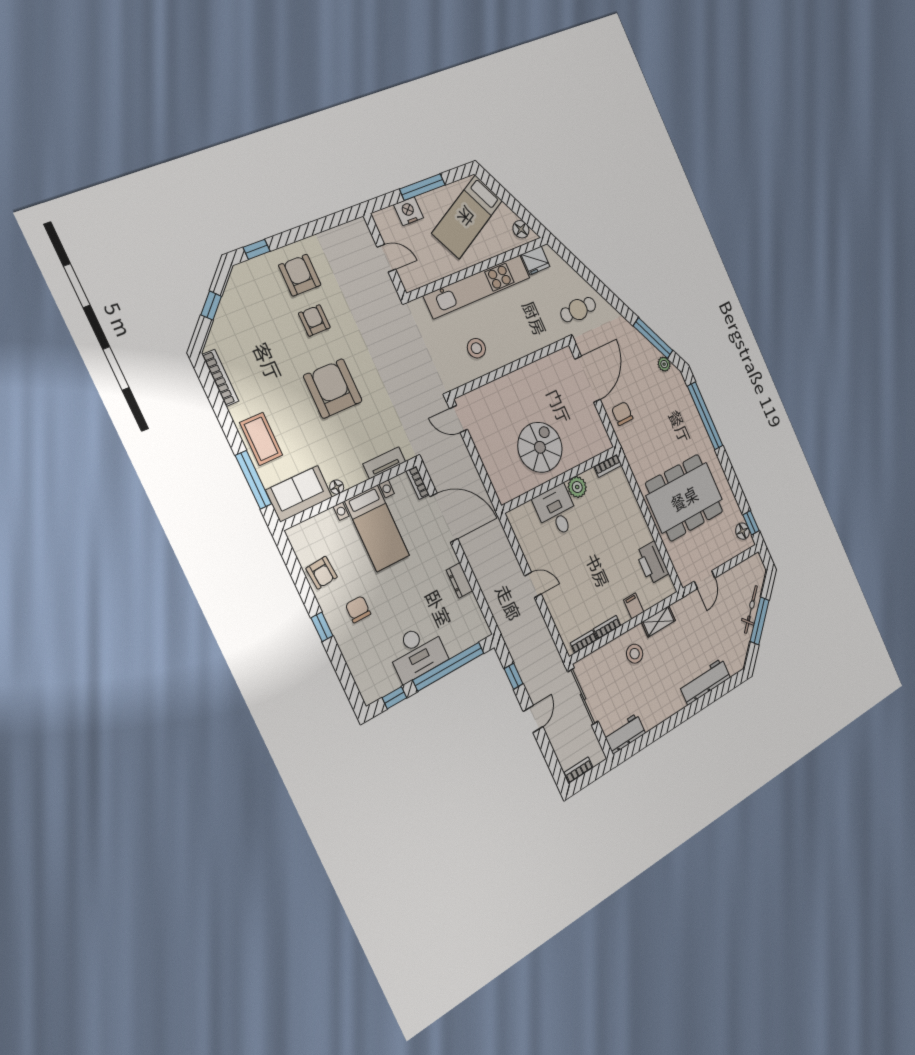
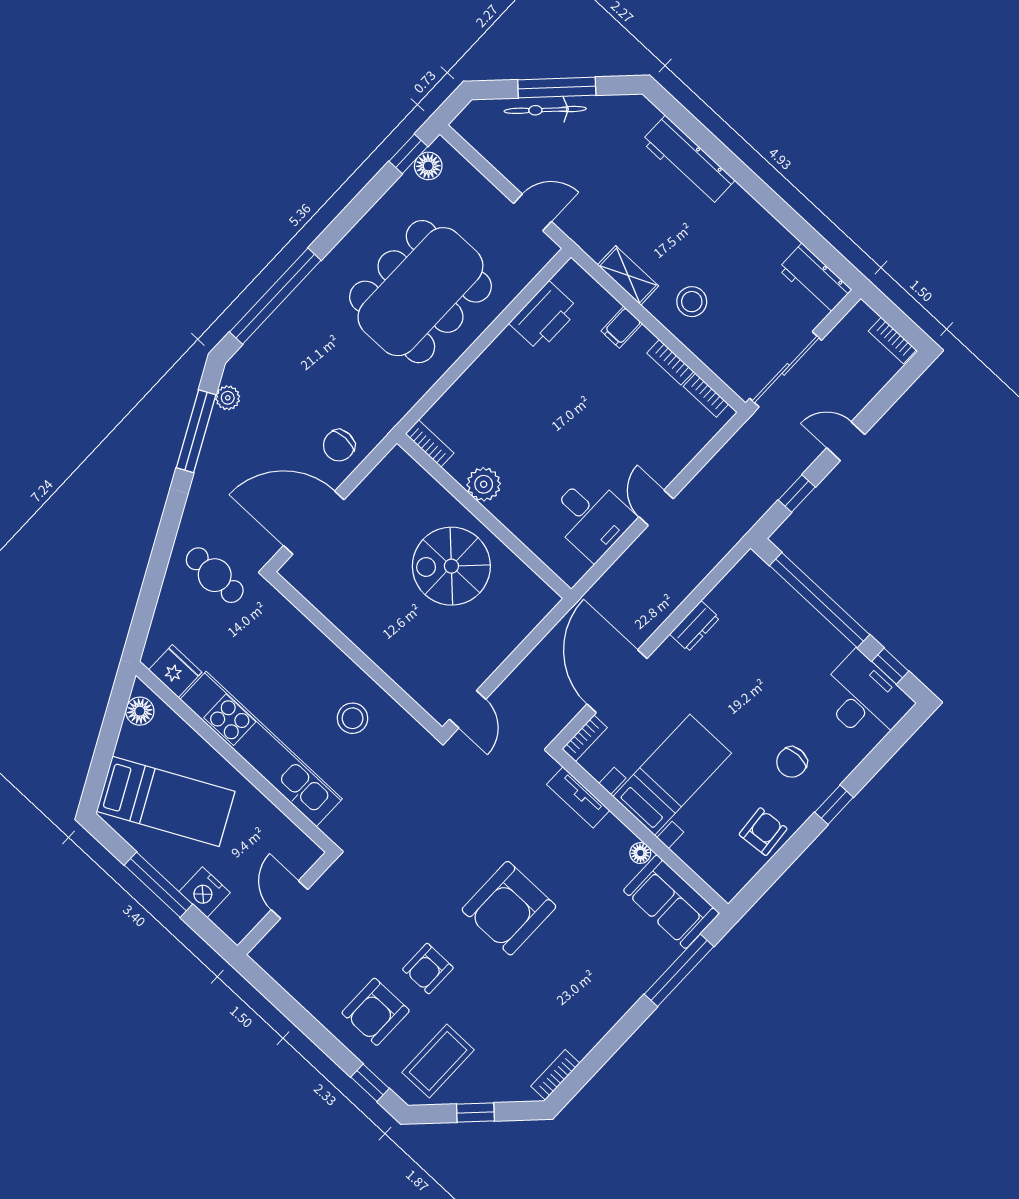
bookcase: (220, 378) -> (555, 1075), width x0.64
coffee table: (261, 439) -> (438, 1061), moved
dining table: (684, 498) -> (420, 292), turned 90
desk: (556, 511) -> (591, 517), moved, turned -90
desk: (417, 652) -> (864, 699), moved

